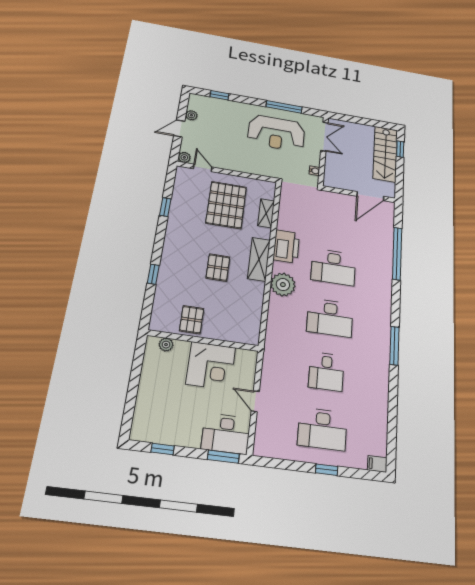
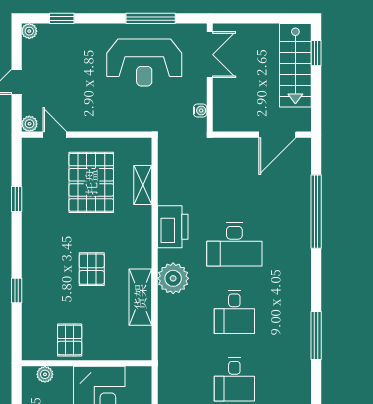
plant: (191, 115) -> (29, 31), moved
shelving: (259, 259) -> (140, 297), moved
desk: (330, 318) -> (234, 312), width x0.73

